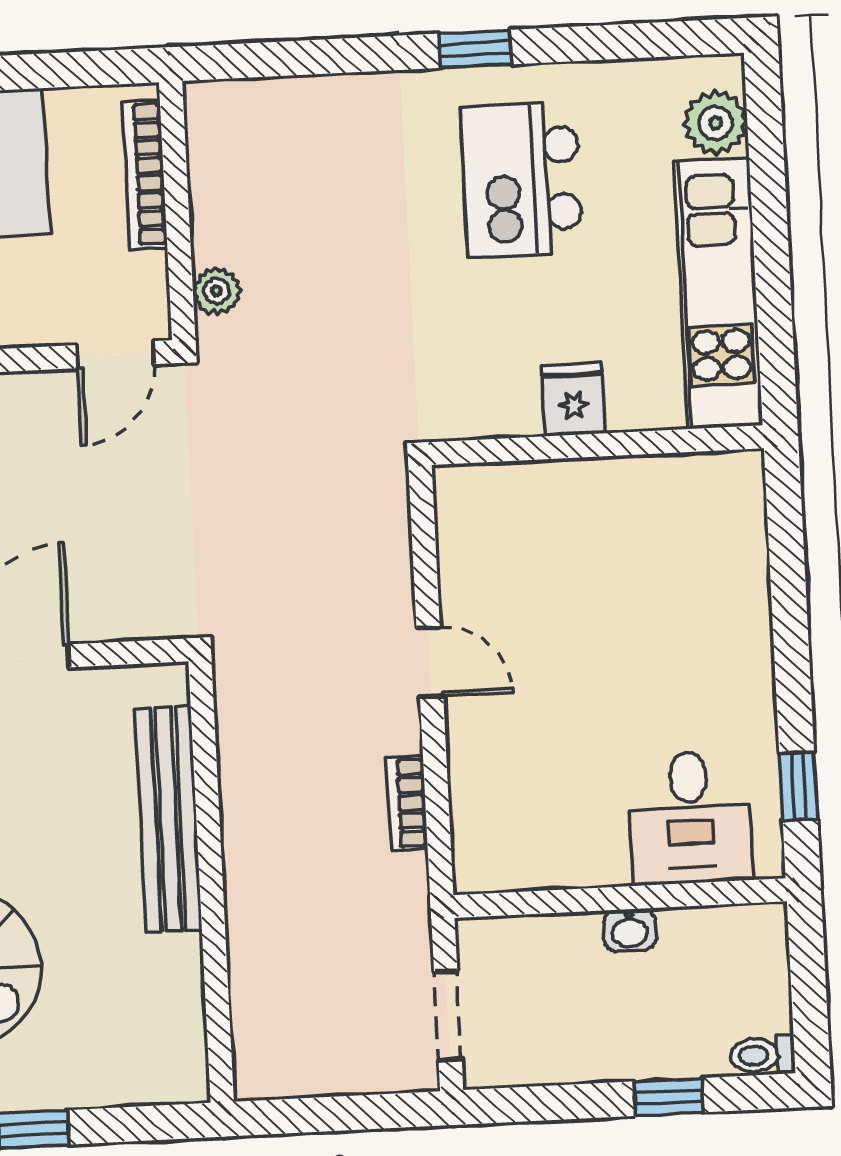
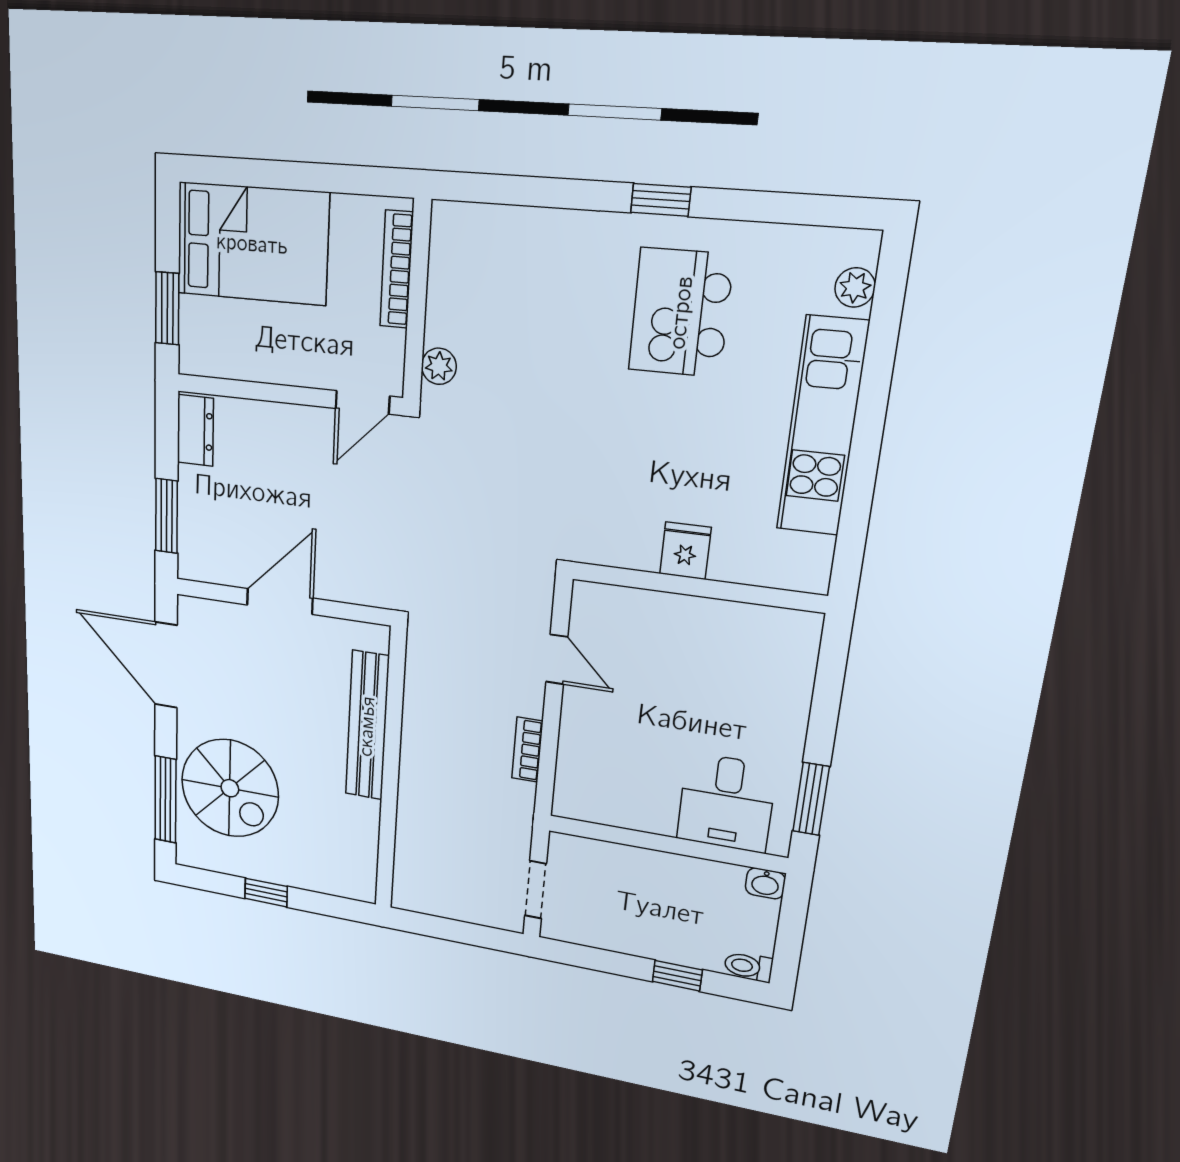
plant: (716, 123) -> (855, 287), width x0.73, depth x0.73
fridge: (574, 399) -> (685, 551), moved
wall: (597, 445) -> (697, 587), moved
window: (798, 786) -> (811, 799), width x1.50
washbasin: (630, 930) -> (765, 883), moved

